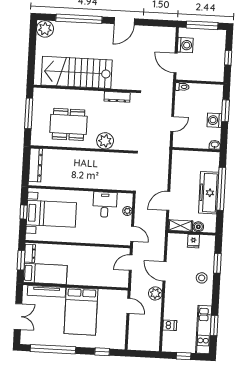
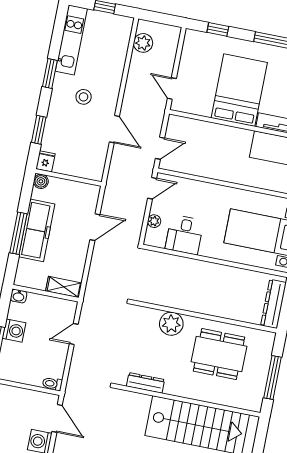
window: (221, 189) -> (18, 233), width x0.68
shelving: (180, 226) -> (64, 287), moved
boiler: (198, 227) -> (41, 181), moved
door: (132, 234) -> (152, 188), swing flipped
fridge: (193, 241) -> (46, 161), moved
stool: (202, 278) -> (84, 97), moved
plant: (155, 293) -> (143, 43), moved
dishwasher: (170, 325) -> (118, 53), removed
window: (214, 326) -> (50, 74), moved

